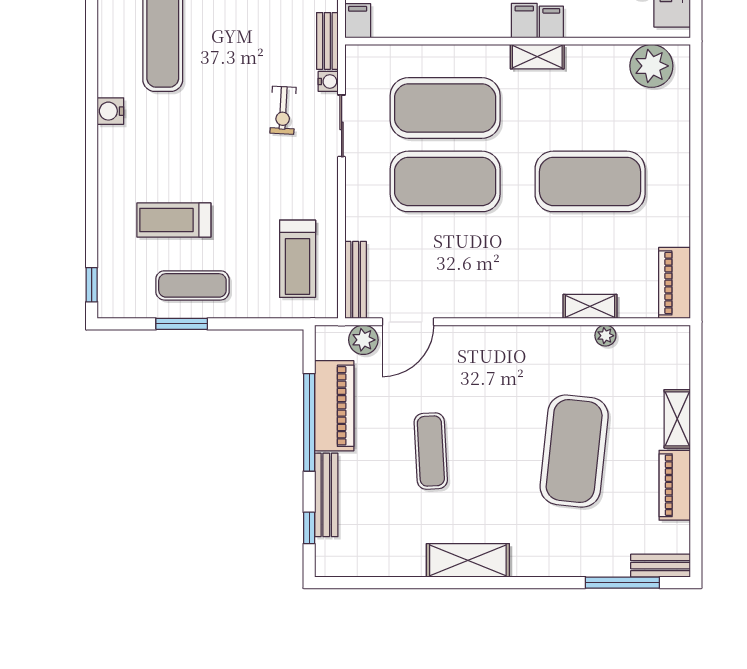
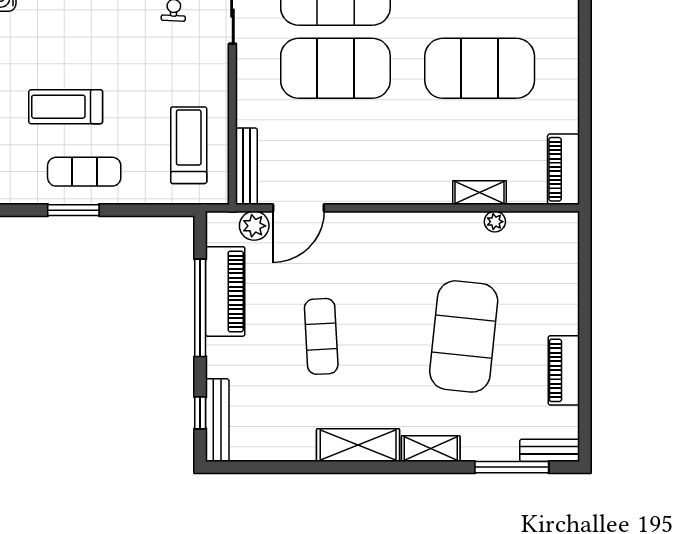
treadmill: (298, 259) -> (189, 145), turned 180
shelving: (677, 419) -> (431, 449), moved, turned 90
bench: (326, 495) -> (217, 420), moved

